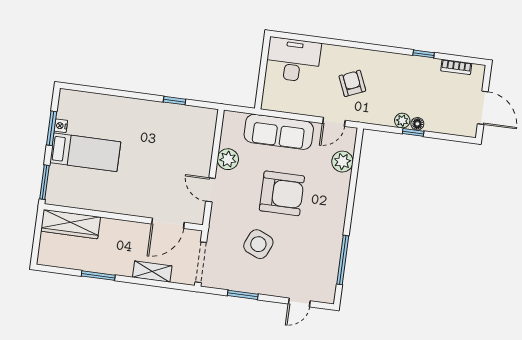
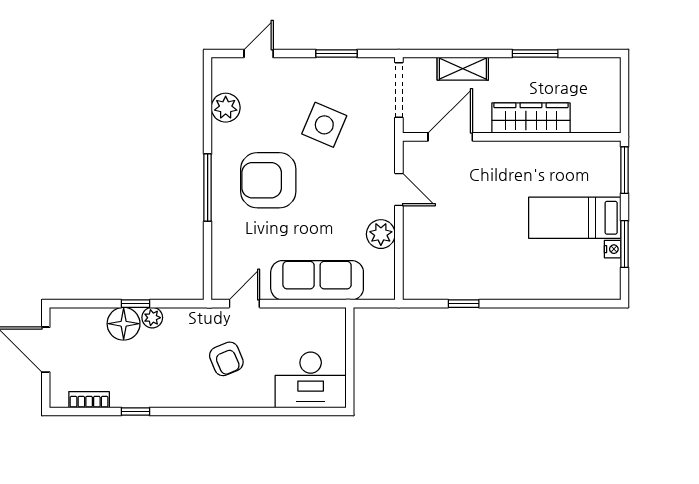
floor lamp: (417, 124) -> (124, 324), width x1.89, depth x1.89
plant: (342, 162) -> (226, 108), moved
armchair: (282, 193) -> (268, 180), moved
wardrobe: (71, 224) -> (531, 118), moved
window: (343, 260) -> (208, 188), moved

